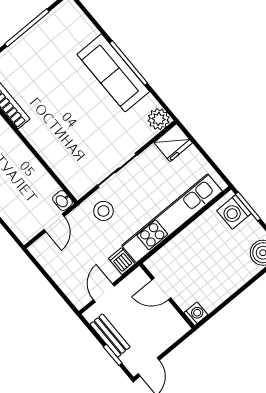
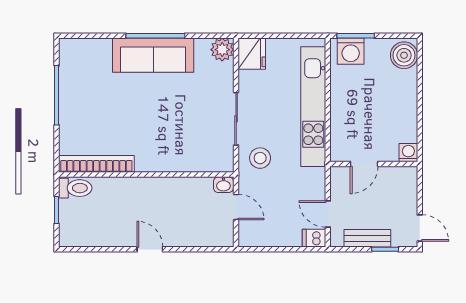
dishwasher: (122, 261) -> (314, 238), moved

